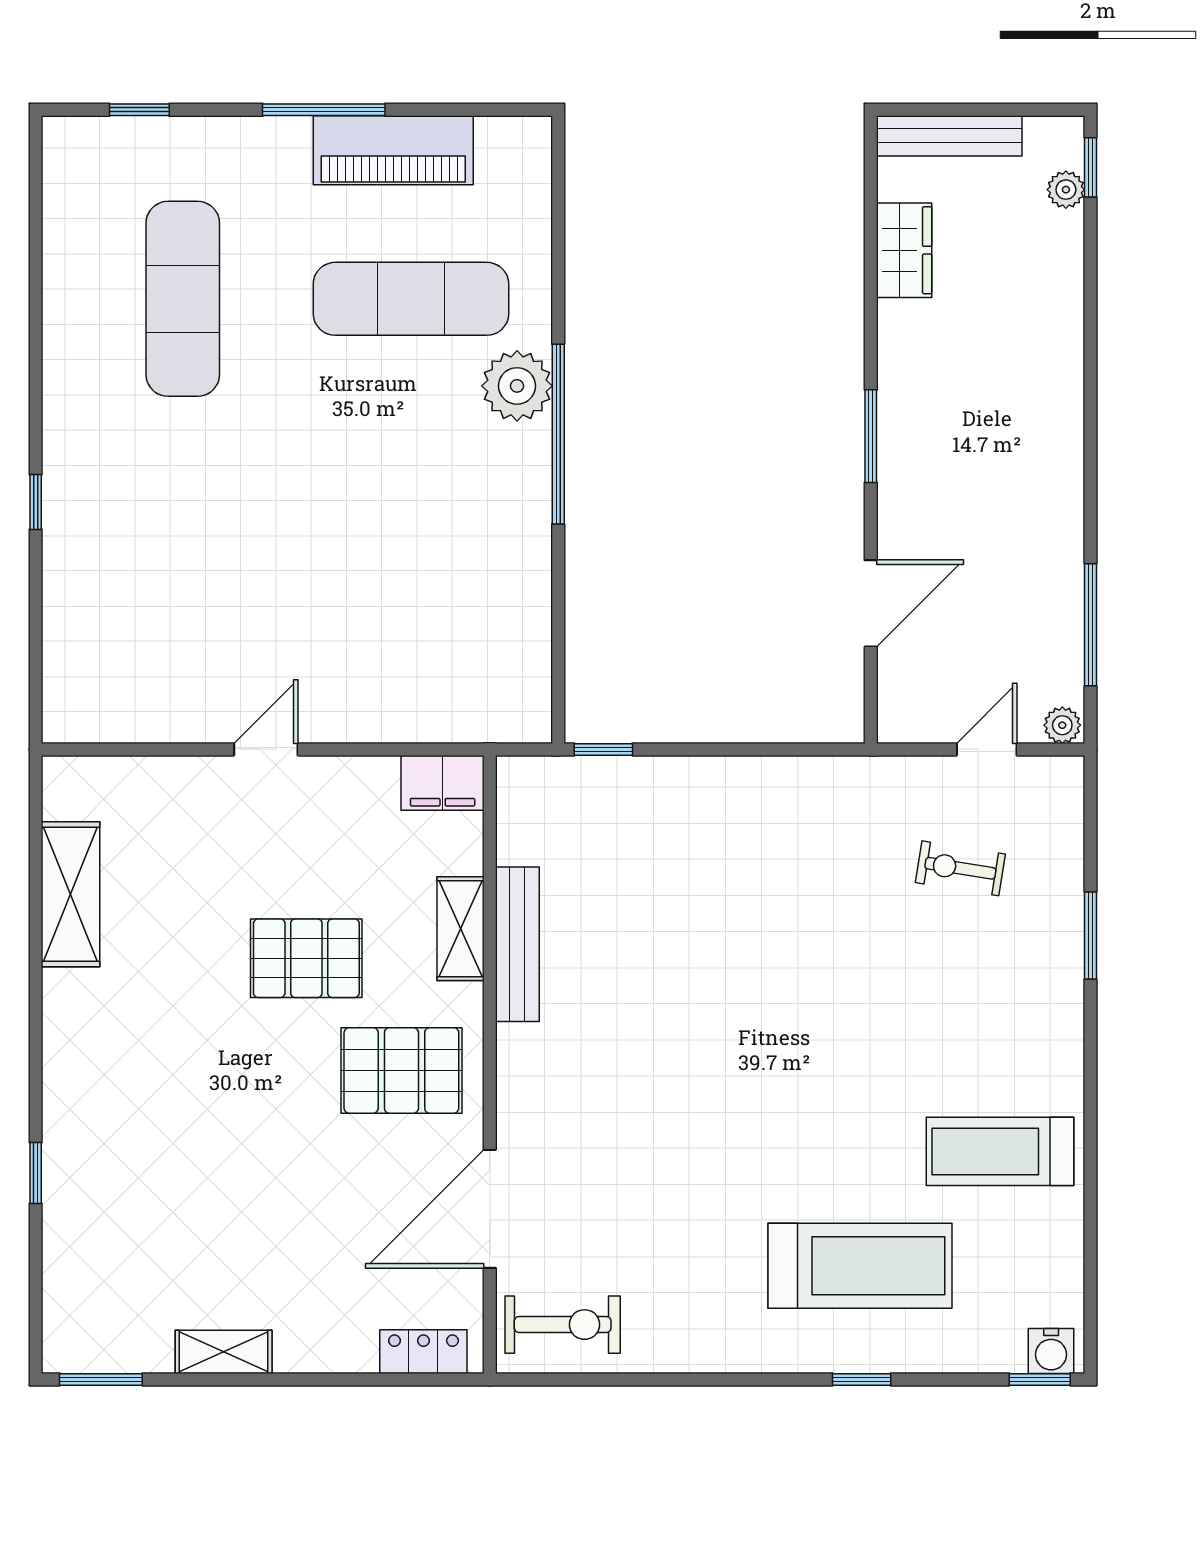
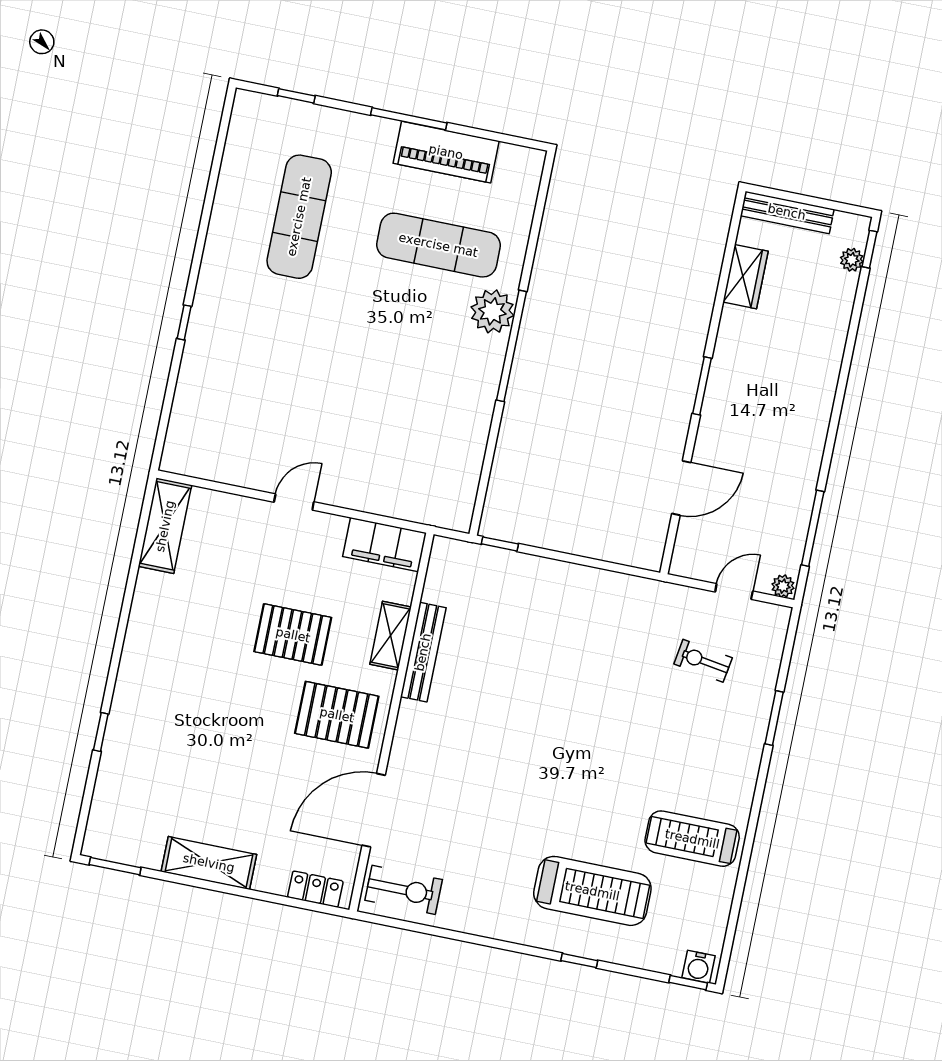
filing cabinet: (443, 783) -> (384, 545), width x1.50, depth x1.17
shelving: (71, 894) -> (165, 526), moved
shelving: (224, 1352) -> (209, 863), width x1.50, depth x1.33

